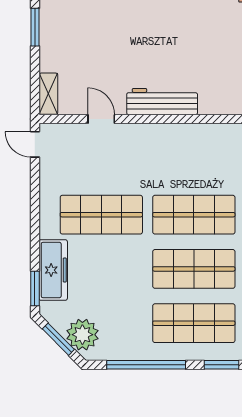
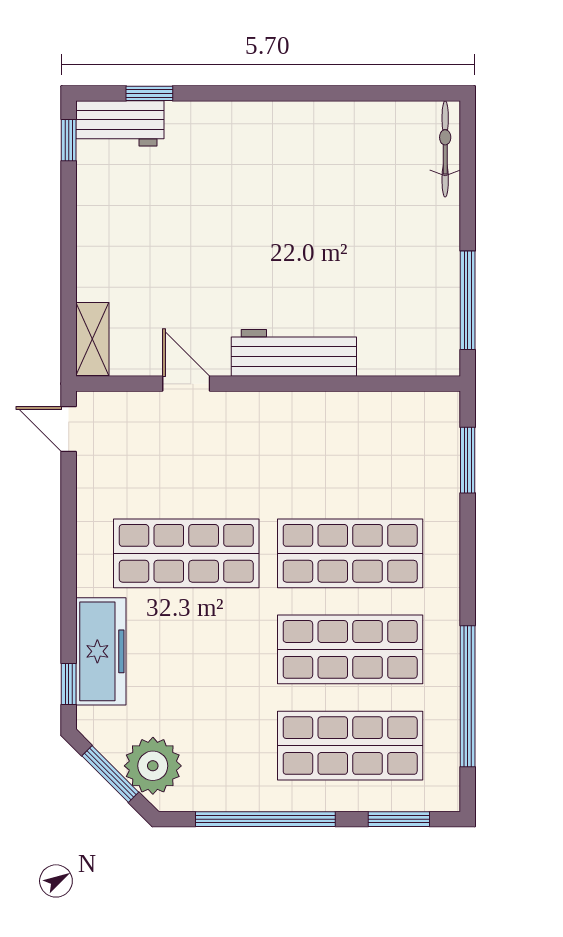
window: (35, 27) -> (69, 221), removed
window: (35, 288) -> (69, 684), width x0.67

